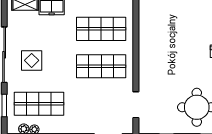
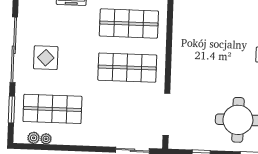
doorway: (136, 105) -> (166, 114), width x1.36

